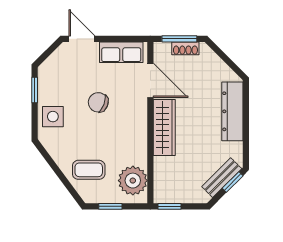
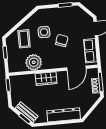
side table: (53, 117) -> (44, 32), moved
wardrobe: (164, 128) -> (46, 79), width x0.67
plant: (133, 181) -> (34, 62), moved

